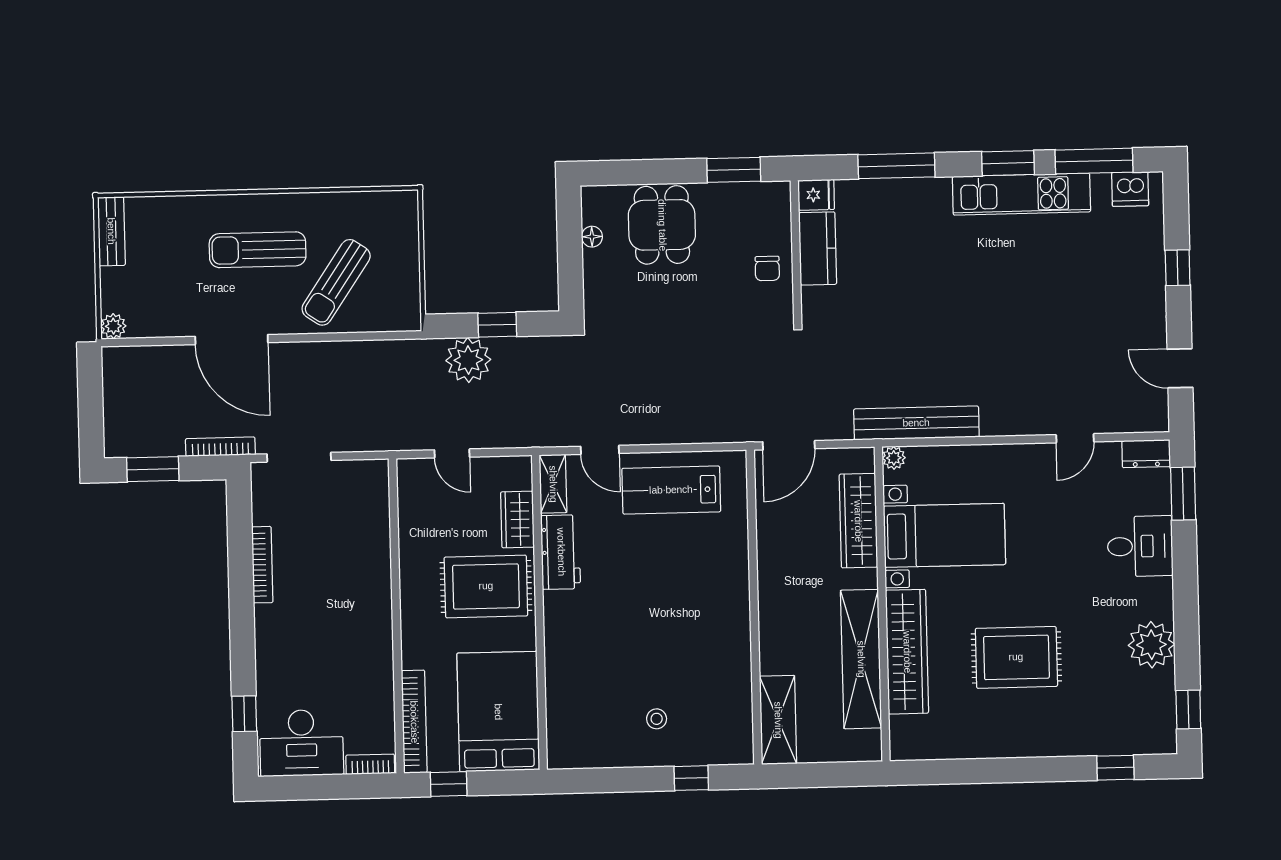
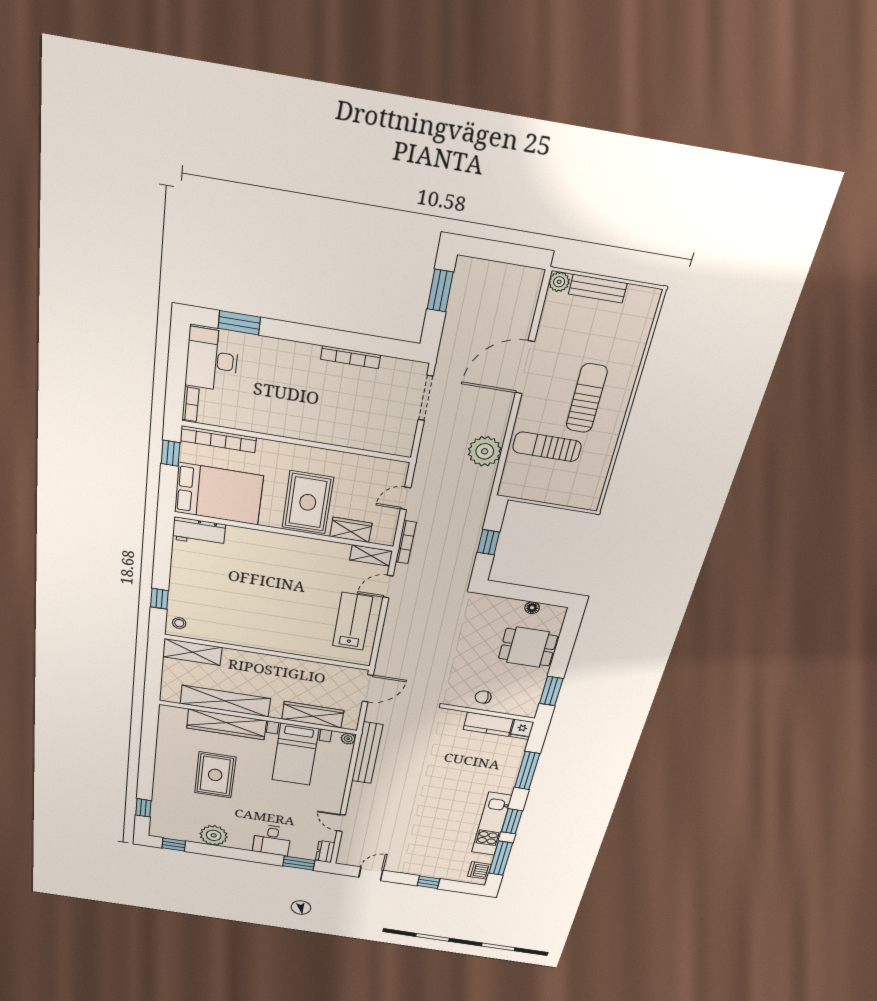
bench: (111, 231) -> (598, 289), moved
sun lounger: (336, 282) -> (547, 447), turned -34
plant: (468, 360) -> (485, 451), moved
door: (789, 445) -> (368, 688), swing flipped
bookcase: (220, 447) -> (406, 542), moved
workbench: (561, 552) -> (199, 532), moved
window: (244, 714) -> (239, 323), width x1.50
stool: (657, 719) -> (179, 623), moved

